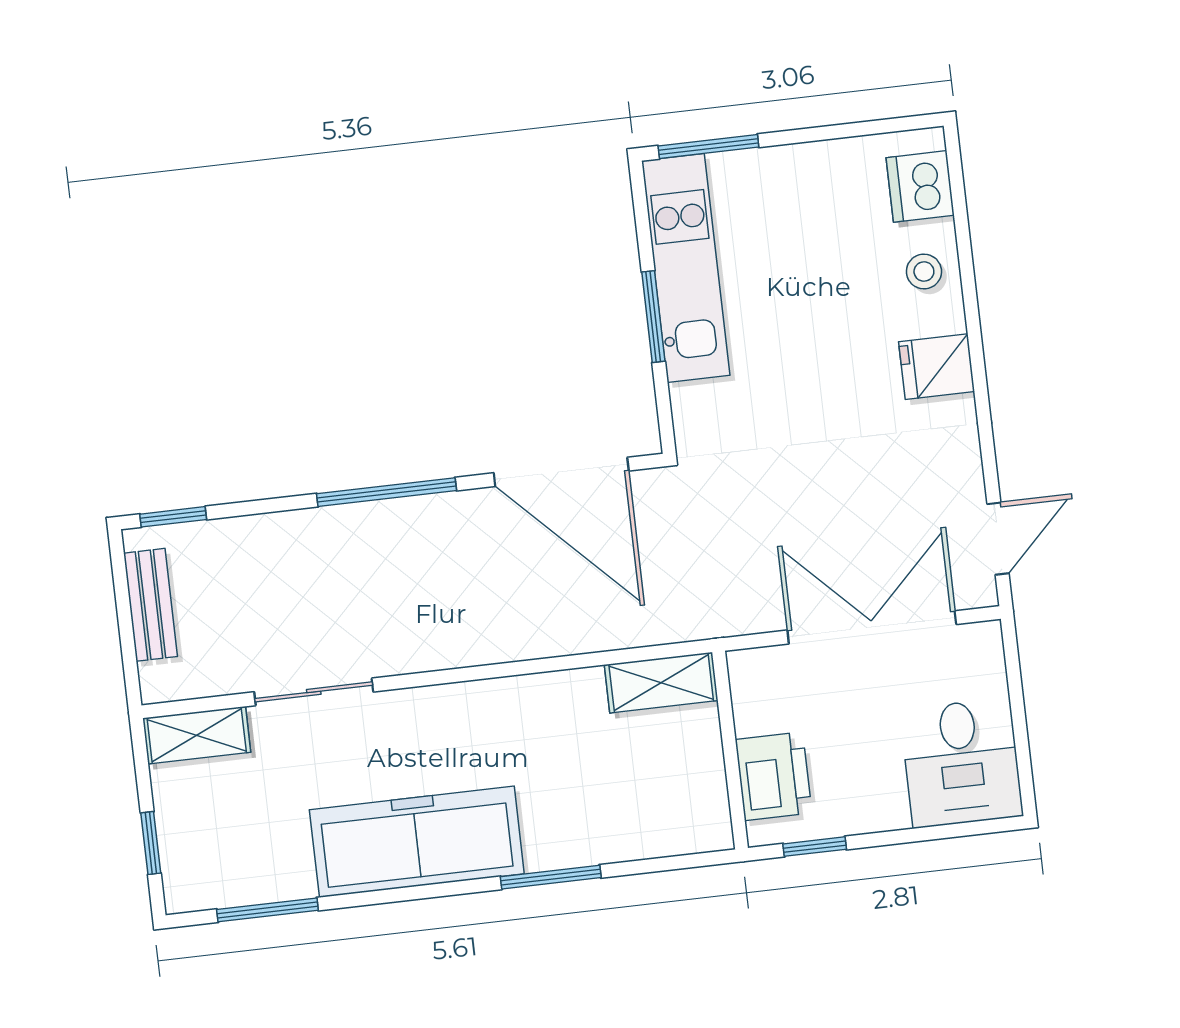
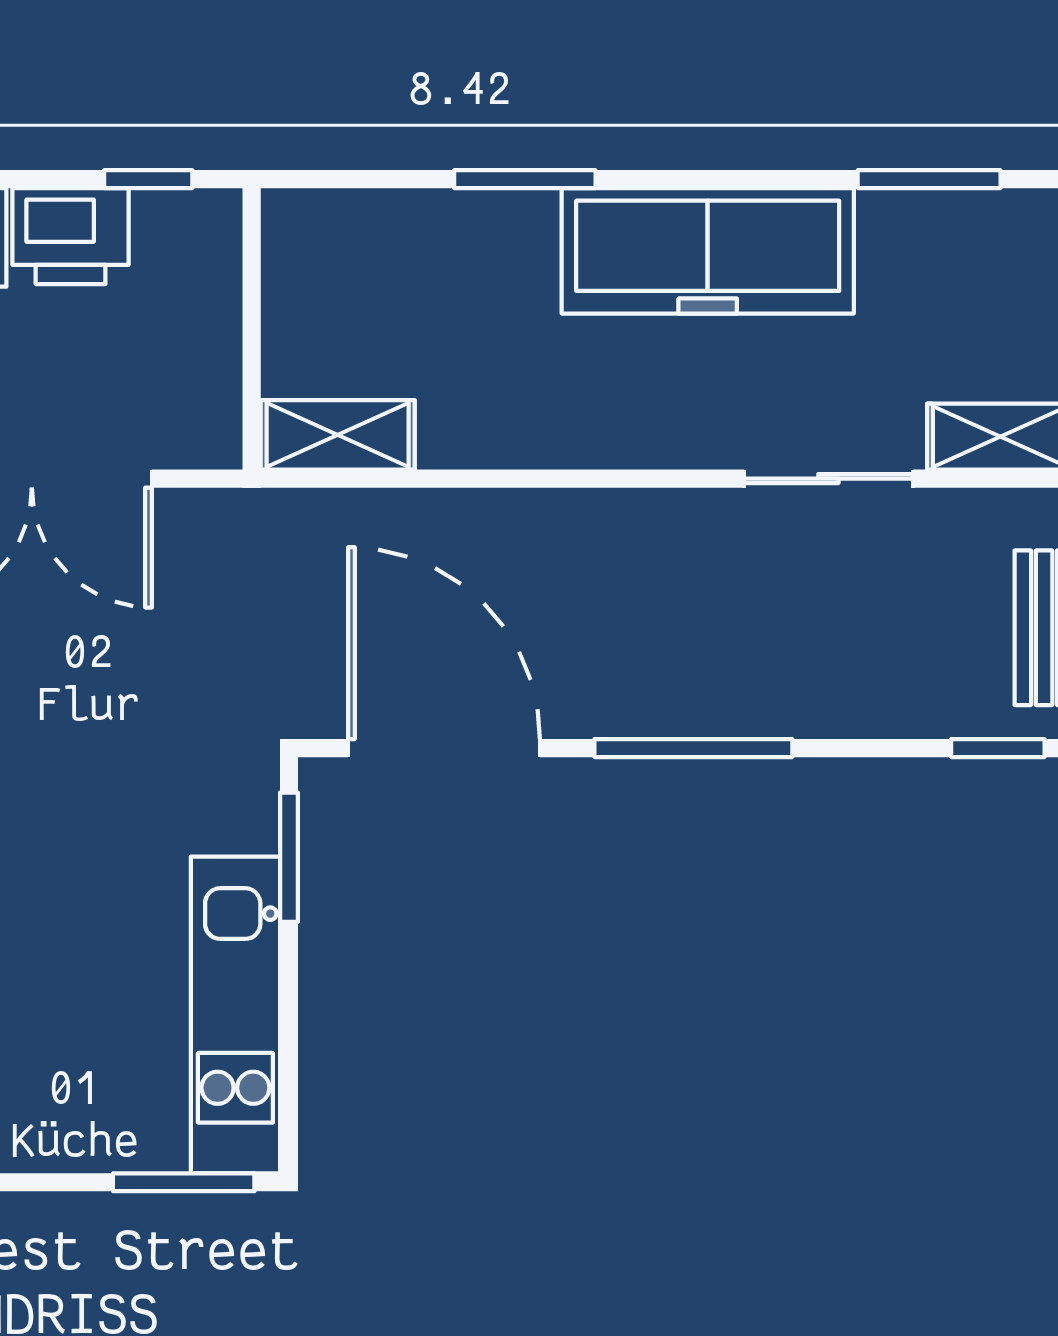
window: (653, 317) -> (289, 857), moved
printer: (774, 776) -> (71, 236), moved, turned -90

